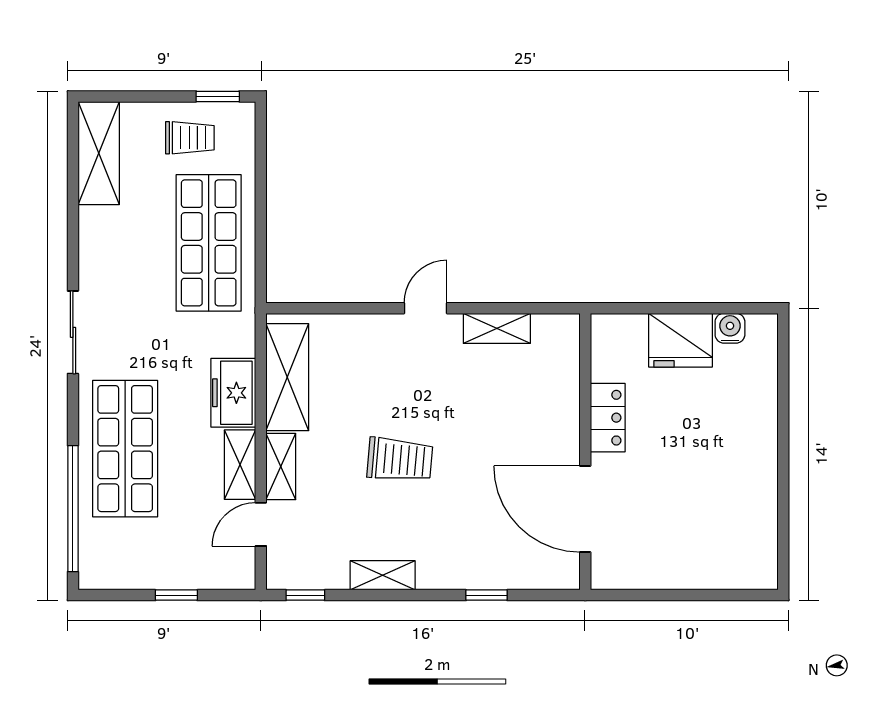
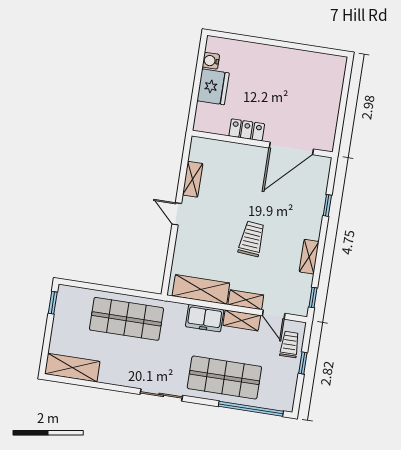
trolley: (190, 138) -> (290, 344), moved

